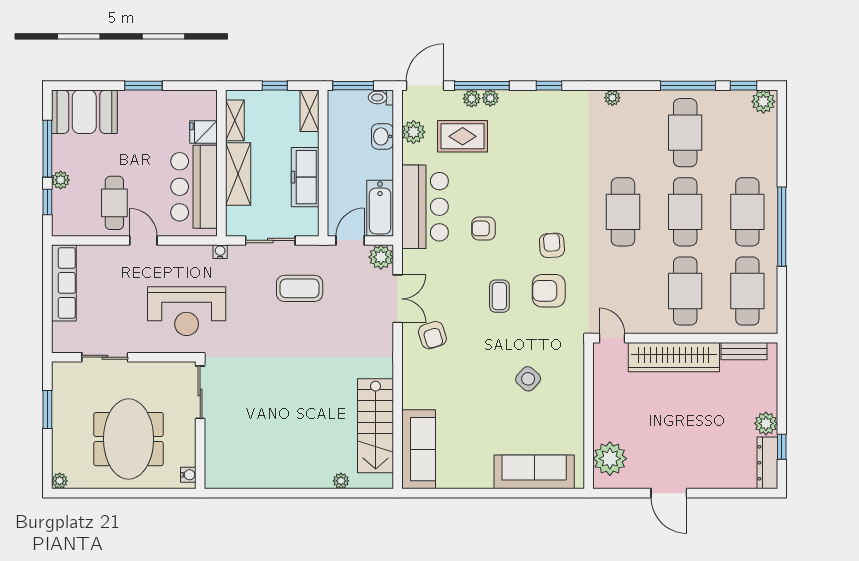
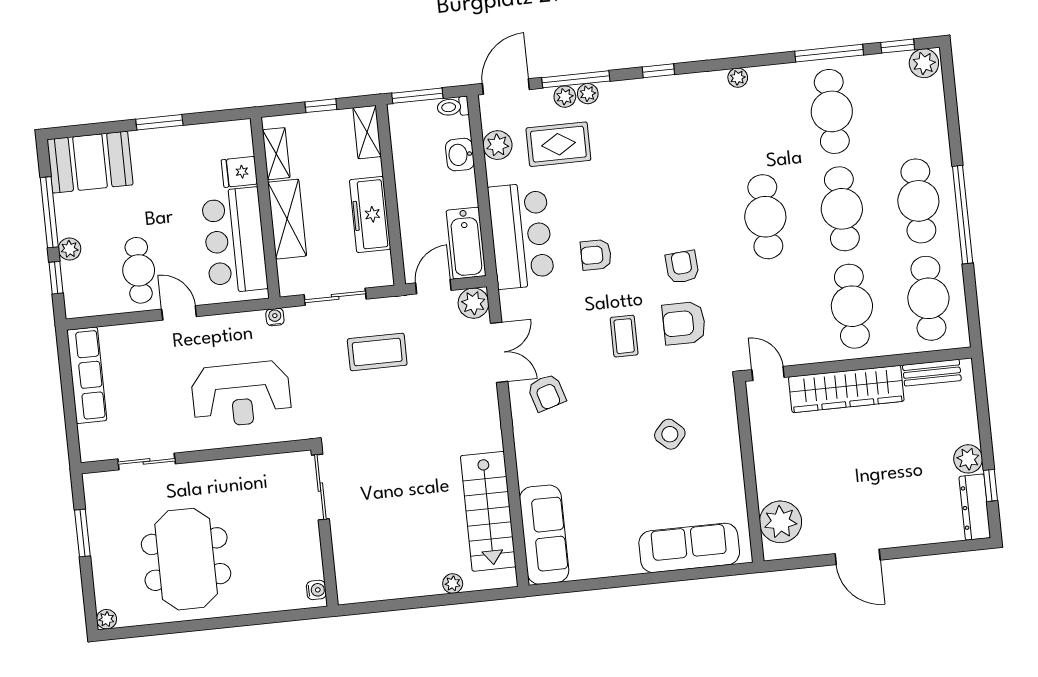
sliding door: (200, 392) -> (320, 487), moved
wall: (200, 425) -> (325, 527), moved
water cooler: (188, 475) -> (316, 590), moved

